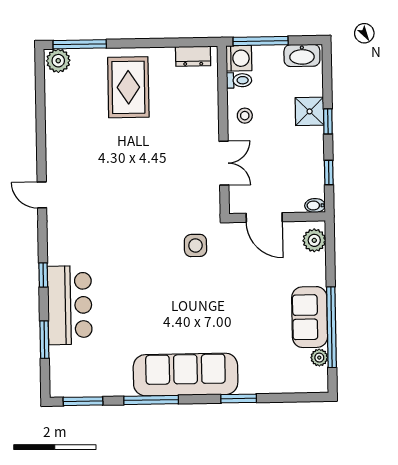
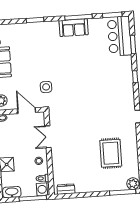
rug: (128, 87) -> (111, 153), moved
side table: (195, 245) -> (46, 87), moved
bar counter: (70, 305) -> (119, 36), moved
sofa: (186, 375) -> (74, 28), width x0.54, depth x0.79

